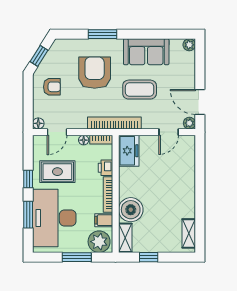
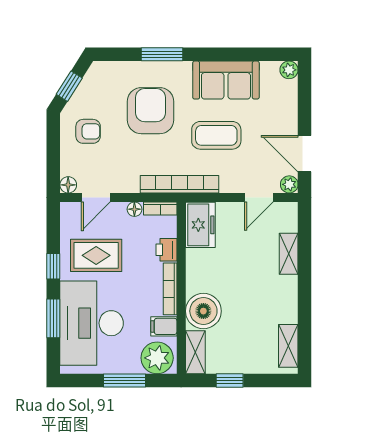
shelving: (189, 170) -> (289, 254), added

